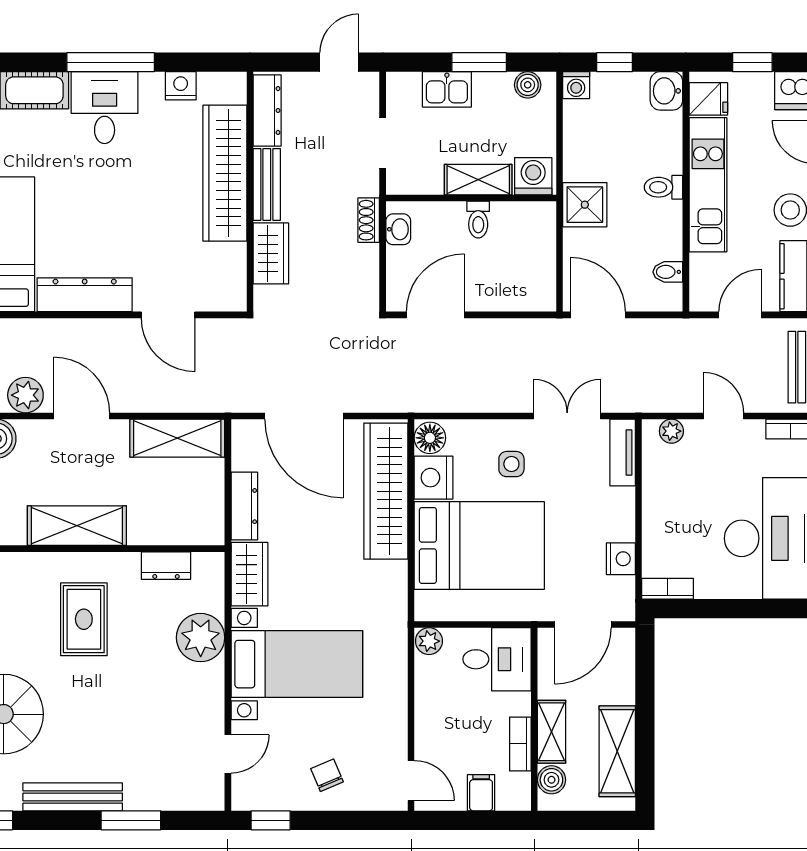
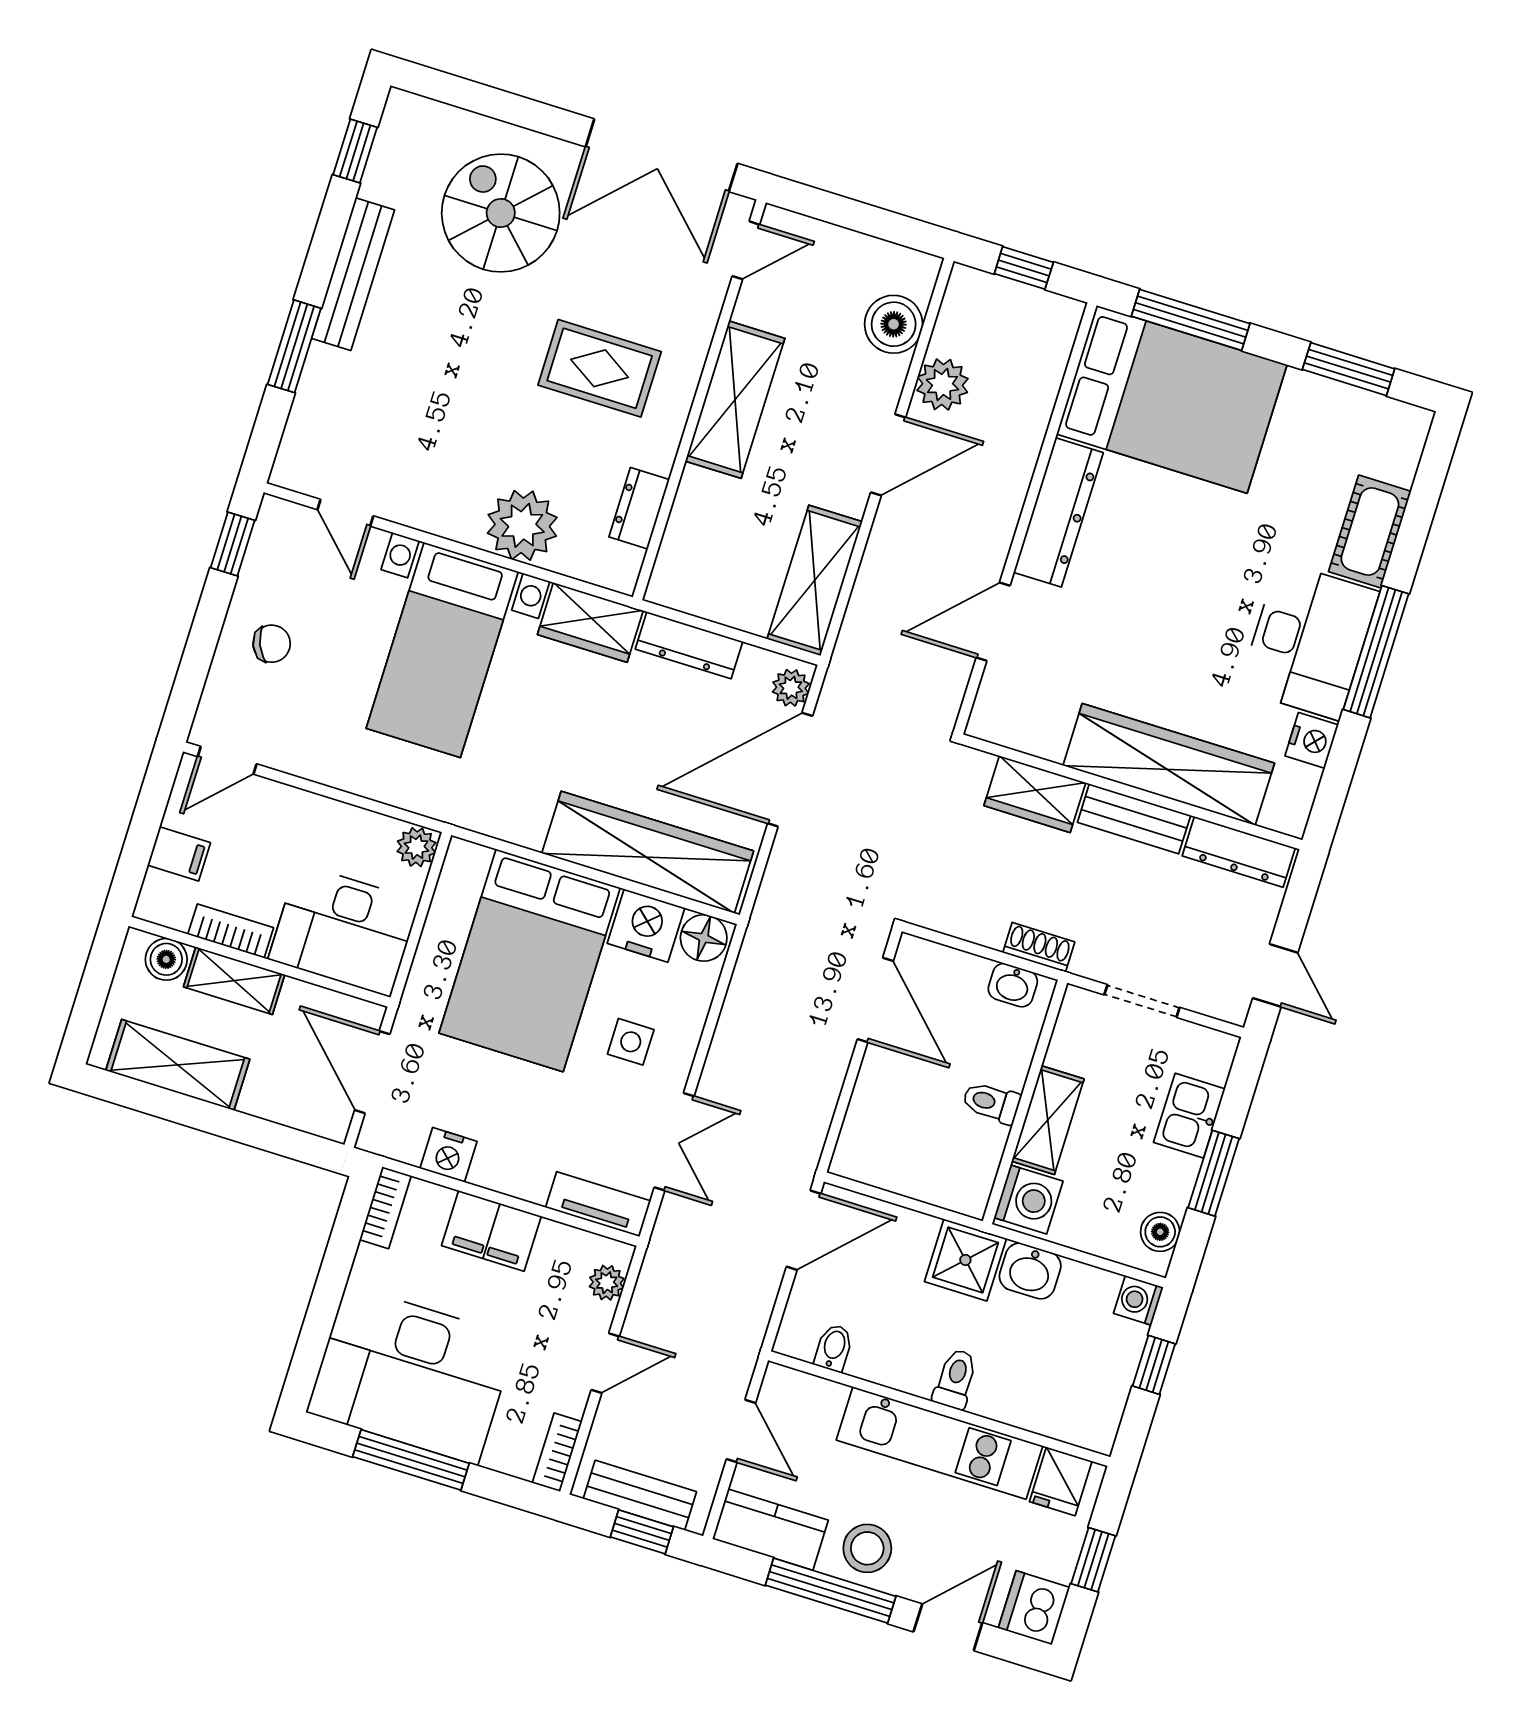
washbasin: (666, 91) -> (1030, 1271), moved, turned 180
desk: (105, 108) -> (1309, 641), width x1.37
plant: (251, 432) -> (791, 688), added
filing cabinet: (661, 516) -> (491, 1231), added
desk: (497, 659) -> (344, 930), width x1.37

